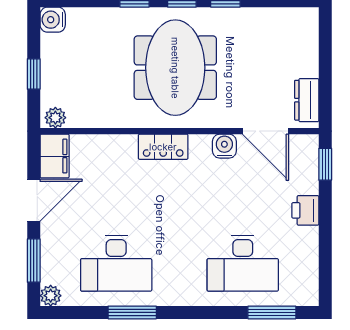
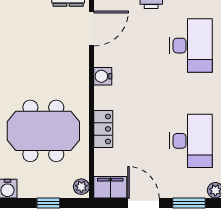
meeting table: (175, 68) -> (43, 131), moved
water cooler: (224, 146) -> (103, 76), moved
locker: (163, 147) -> (103, 129), moved

